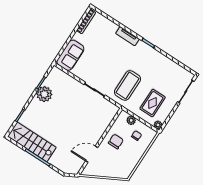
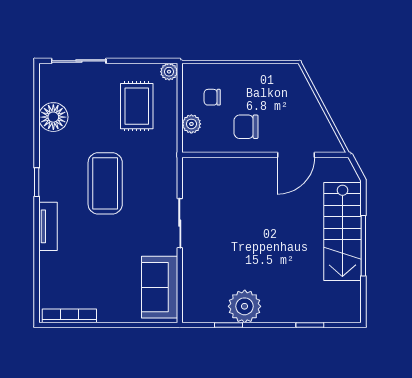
sofa: (70, 55) -> (160, 287), moved, turned -90
floor lamp: (170, 67) -> (53, 117), added
coffee table: (127, 85) -> (105, 183), moved, turned 90
rug: (153, 103) -> (137, 106), turned 90
stairs: (32, 142) -> (342, 231), moved
door: (92, 154) -> (296, 155), hinge flipped

